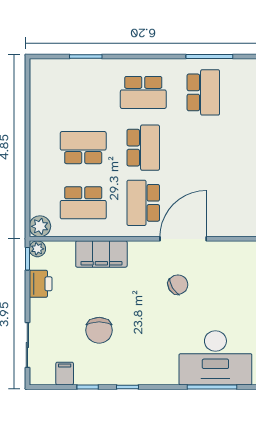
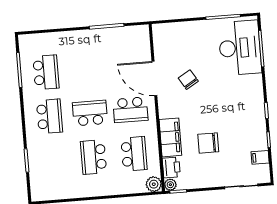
school desk: (203, 92) -> (46, 72), turned 90
printer: (41, 284) -> (171, 167), moved, turned 90
chair: (99, 330) -> (208, 143), moved, turned 180

